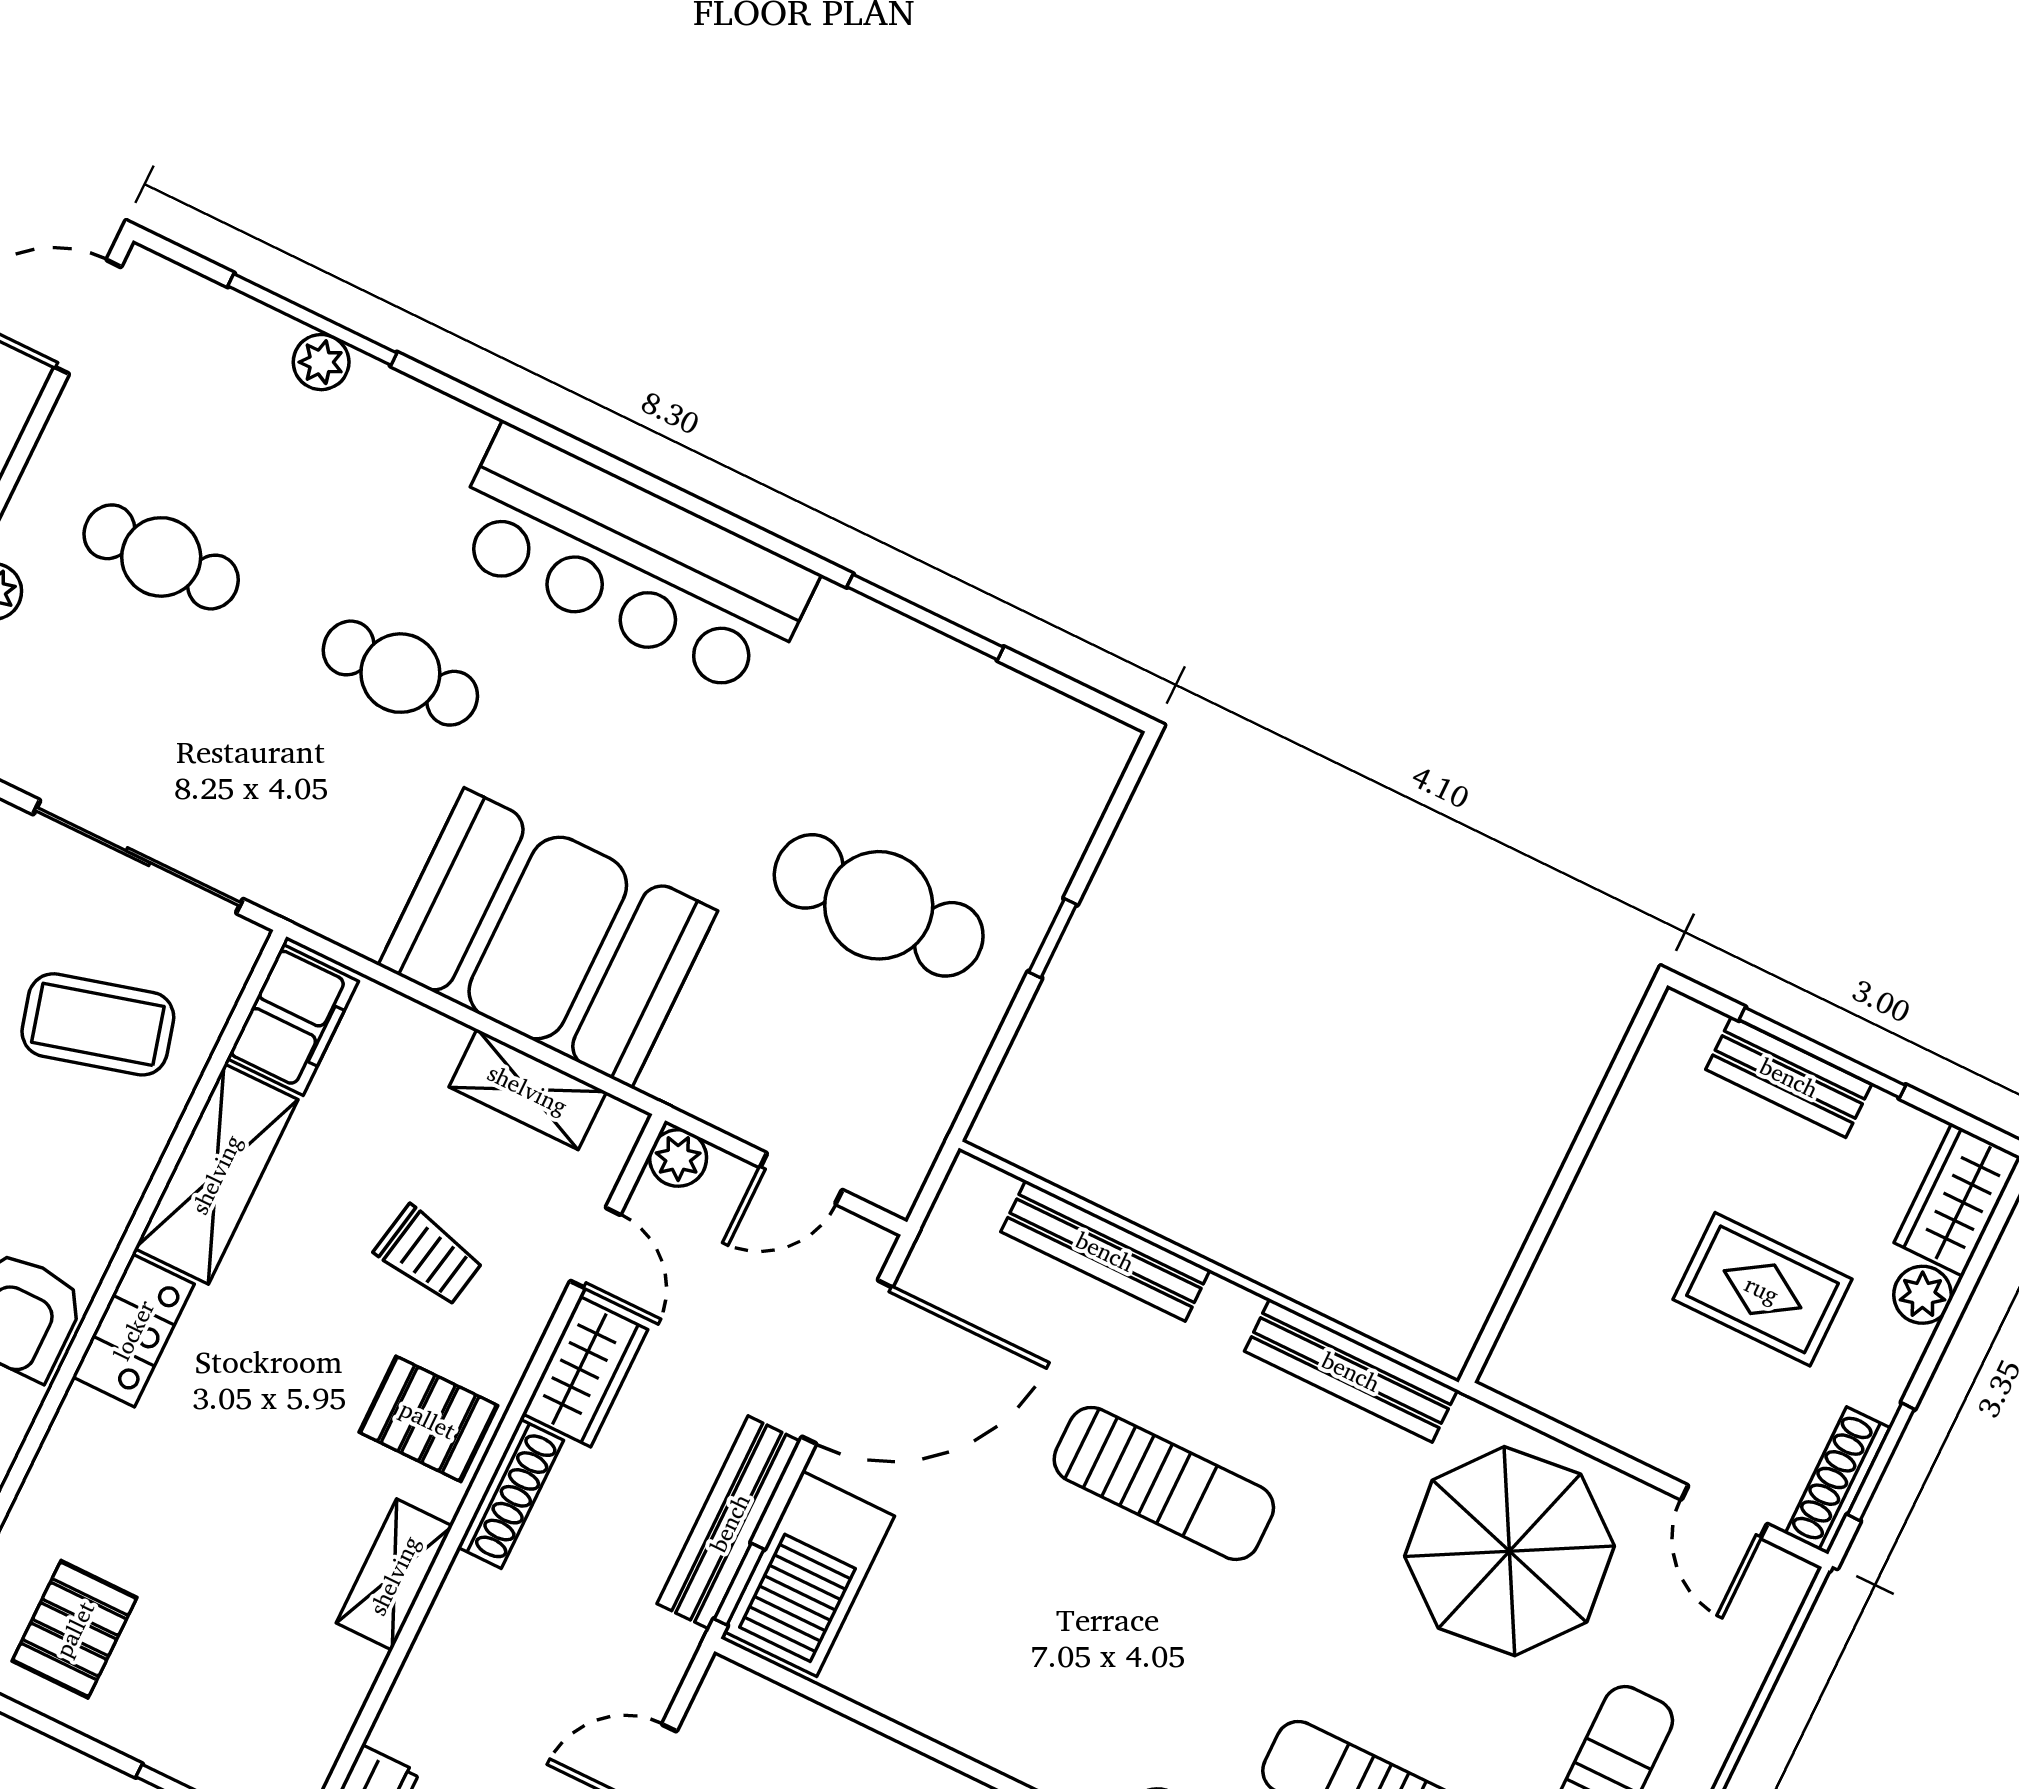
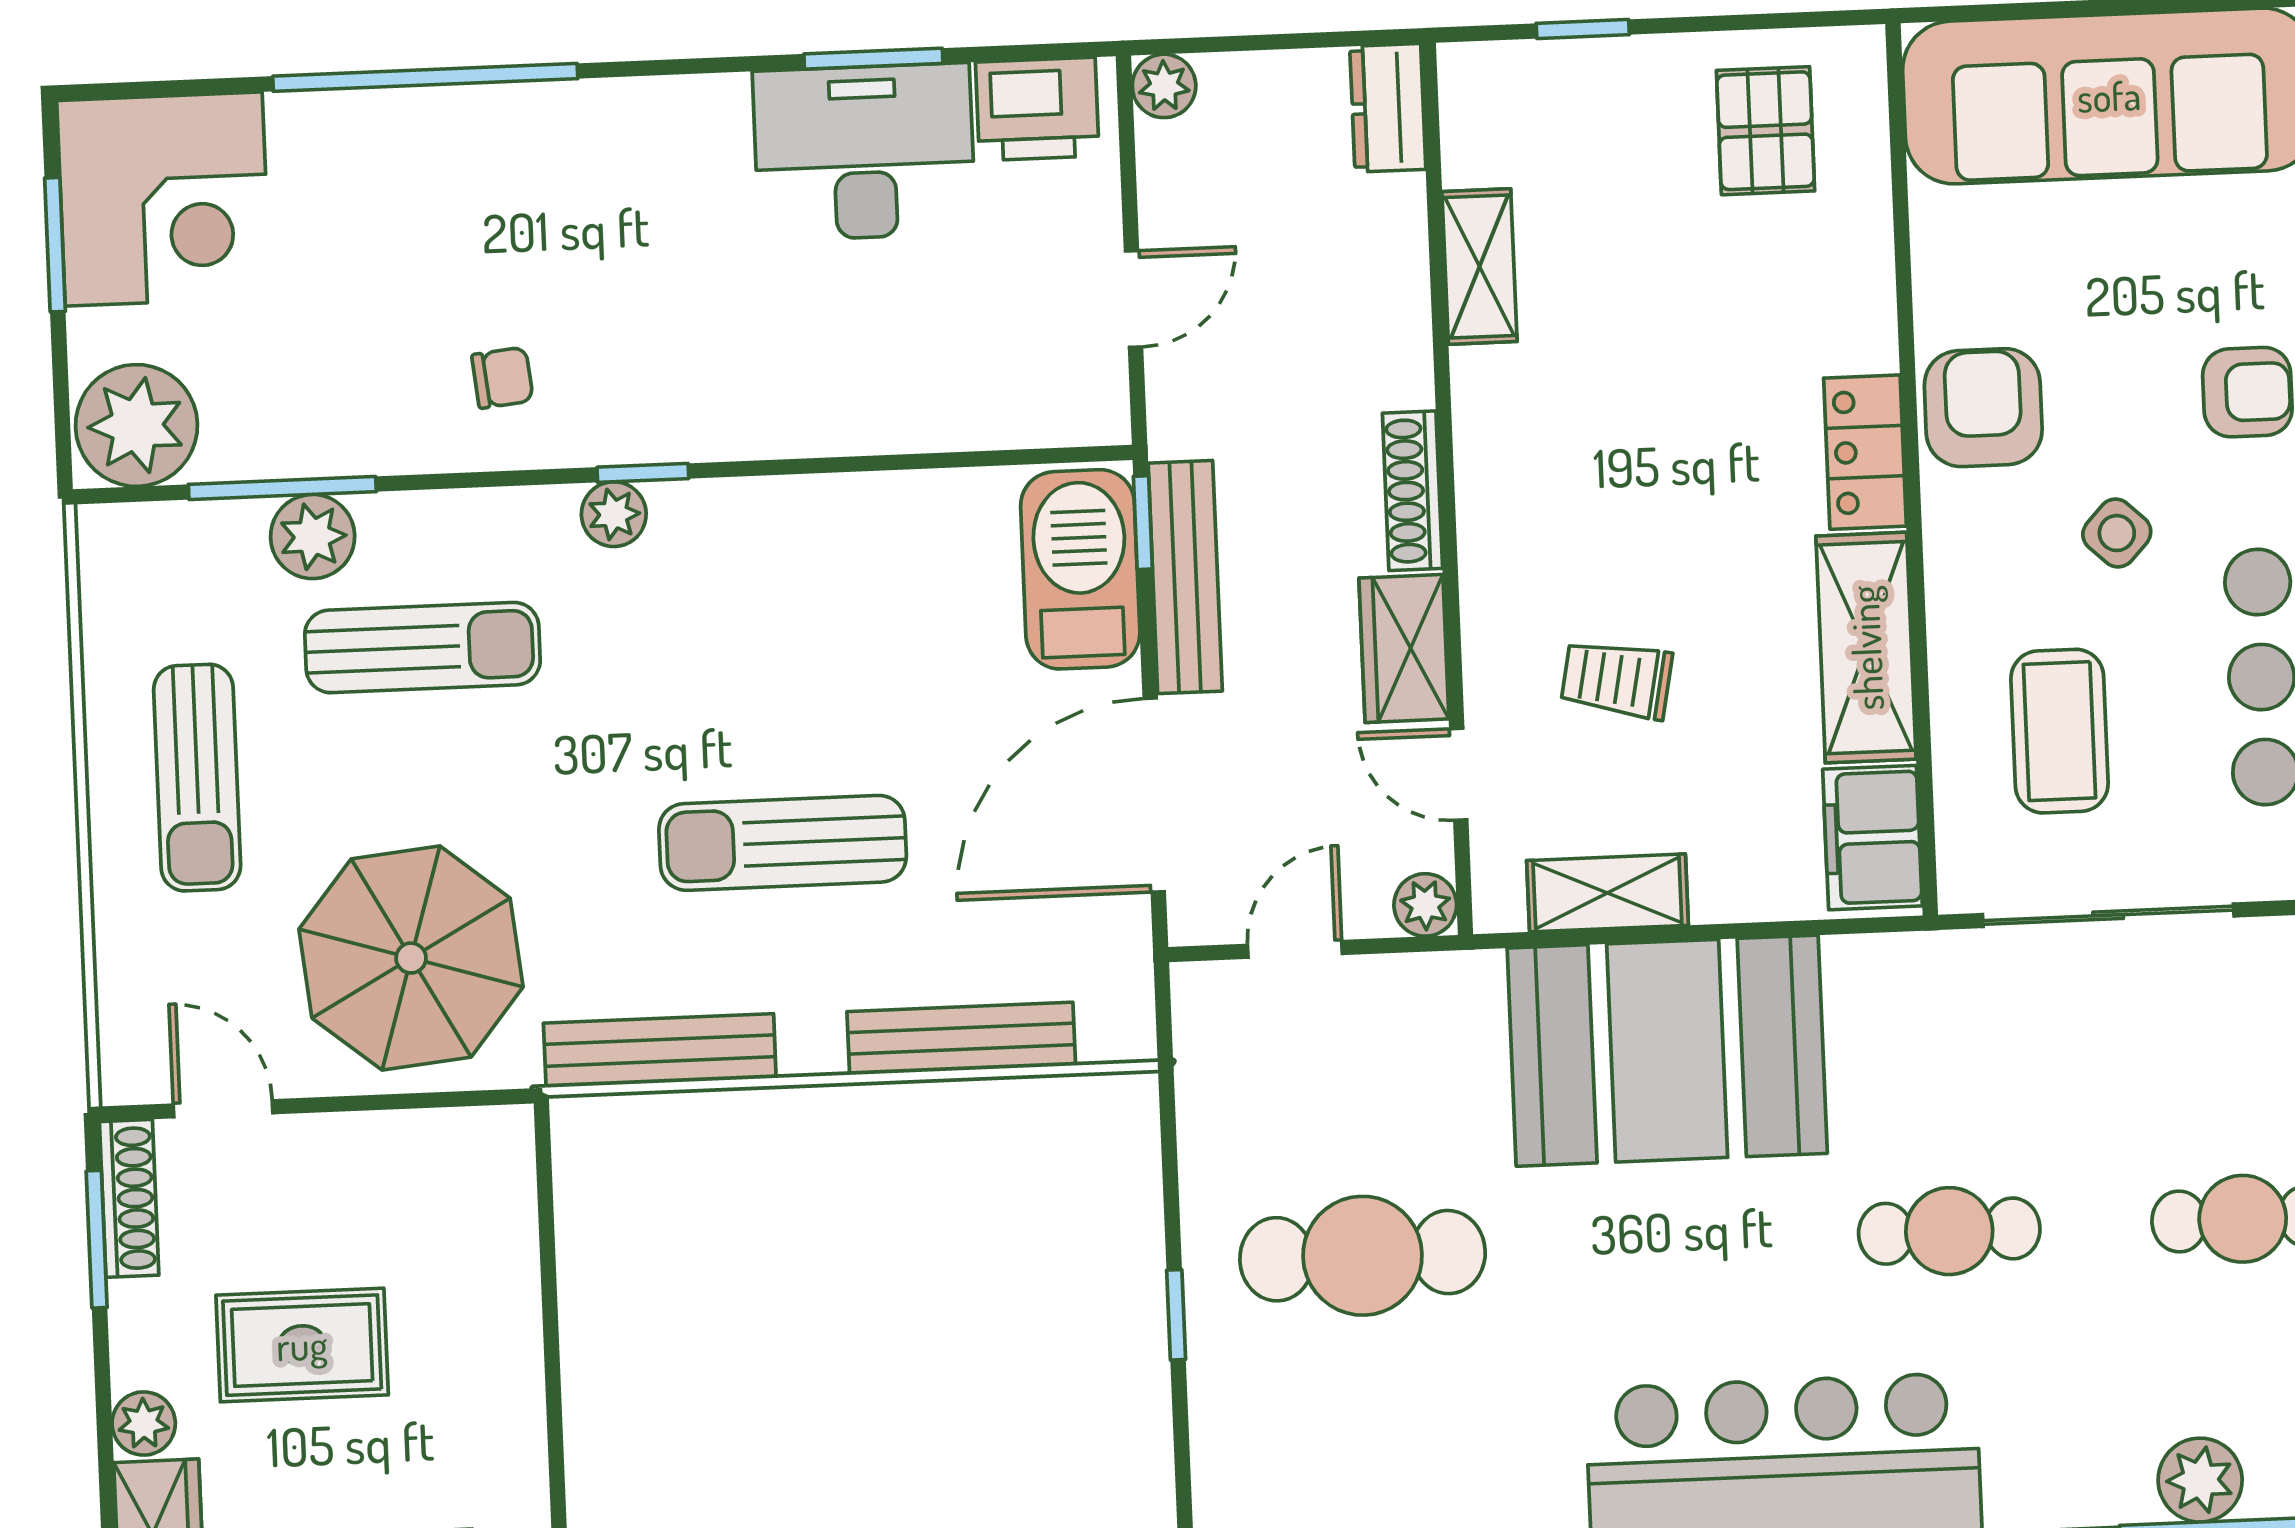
plant: (321, 362) -> (2200, 1480), width x1.38, depth x1.38
coffee table: (98, 1024) -> (2059, 731), turned -75
pallet: (428, 1419) -> (1532, 521), removed
shelving: (394, 1575) -> (1480, 267), moved

